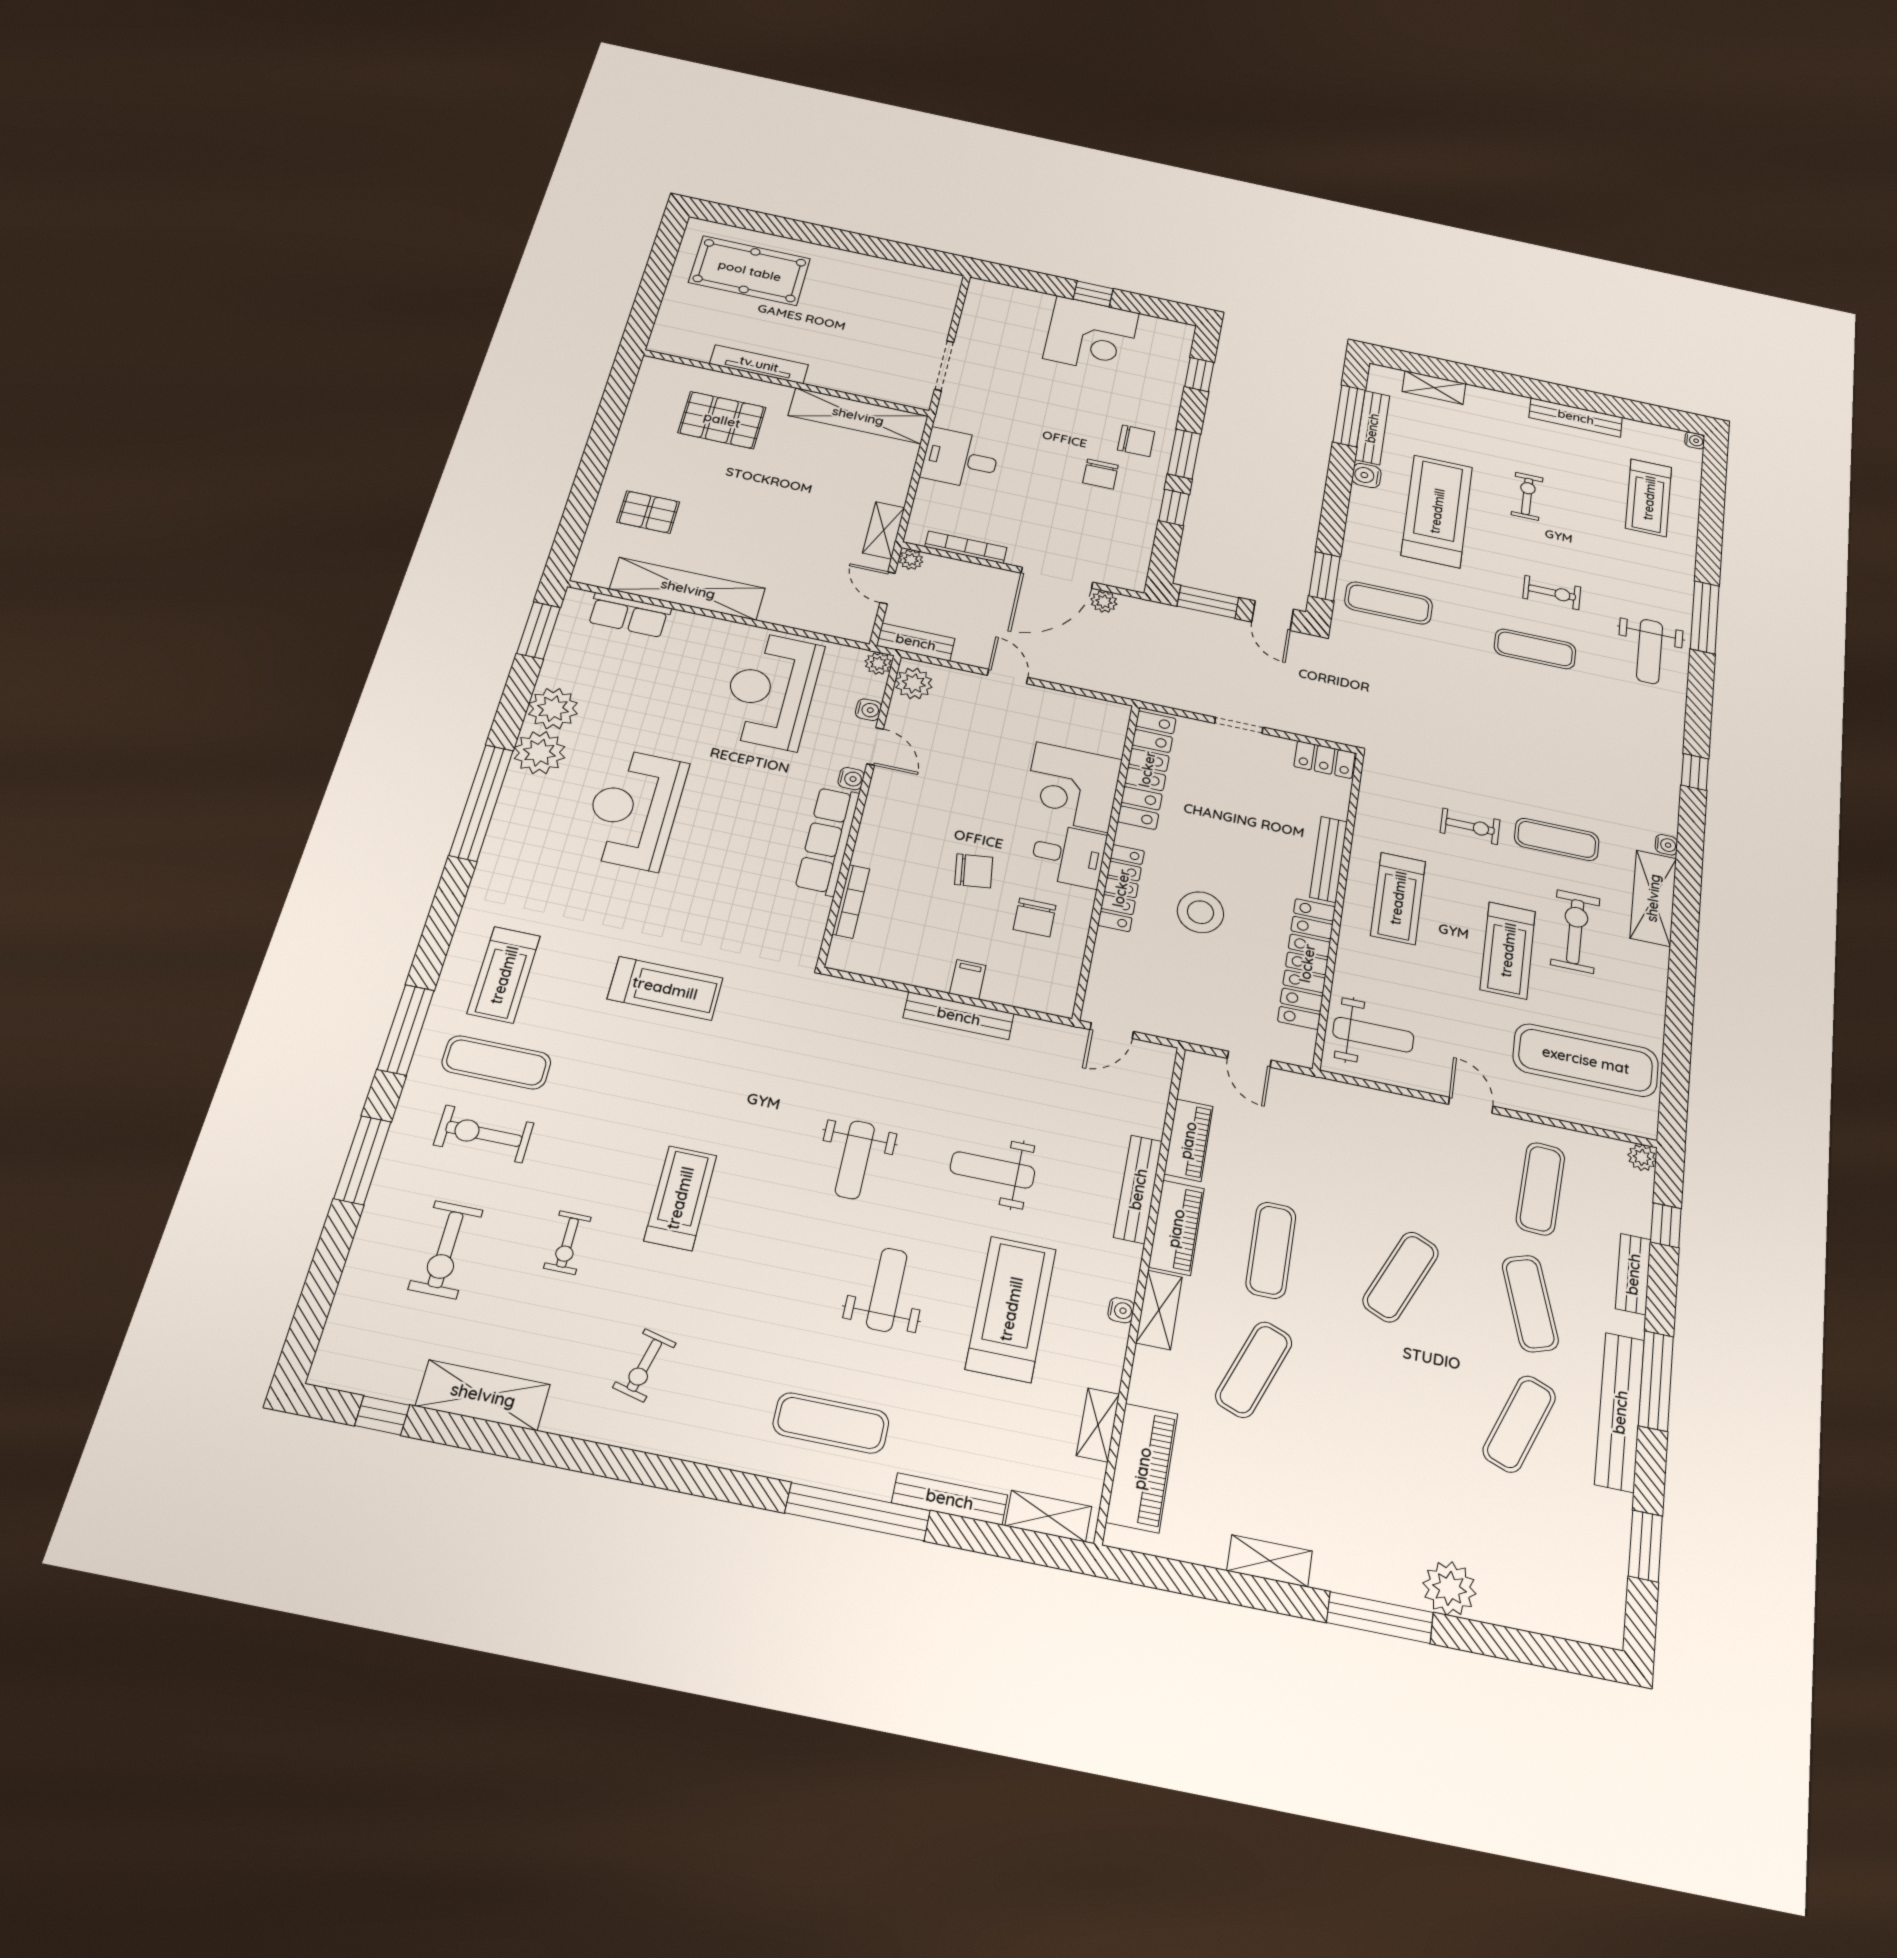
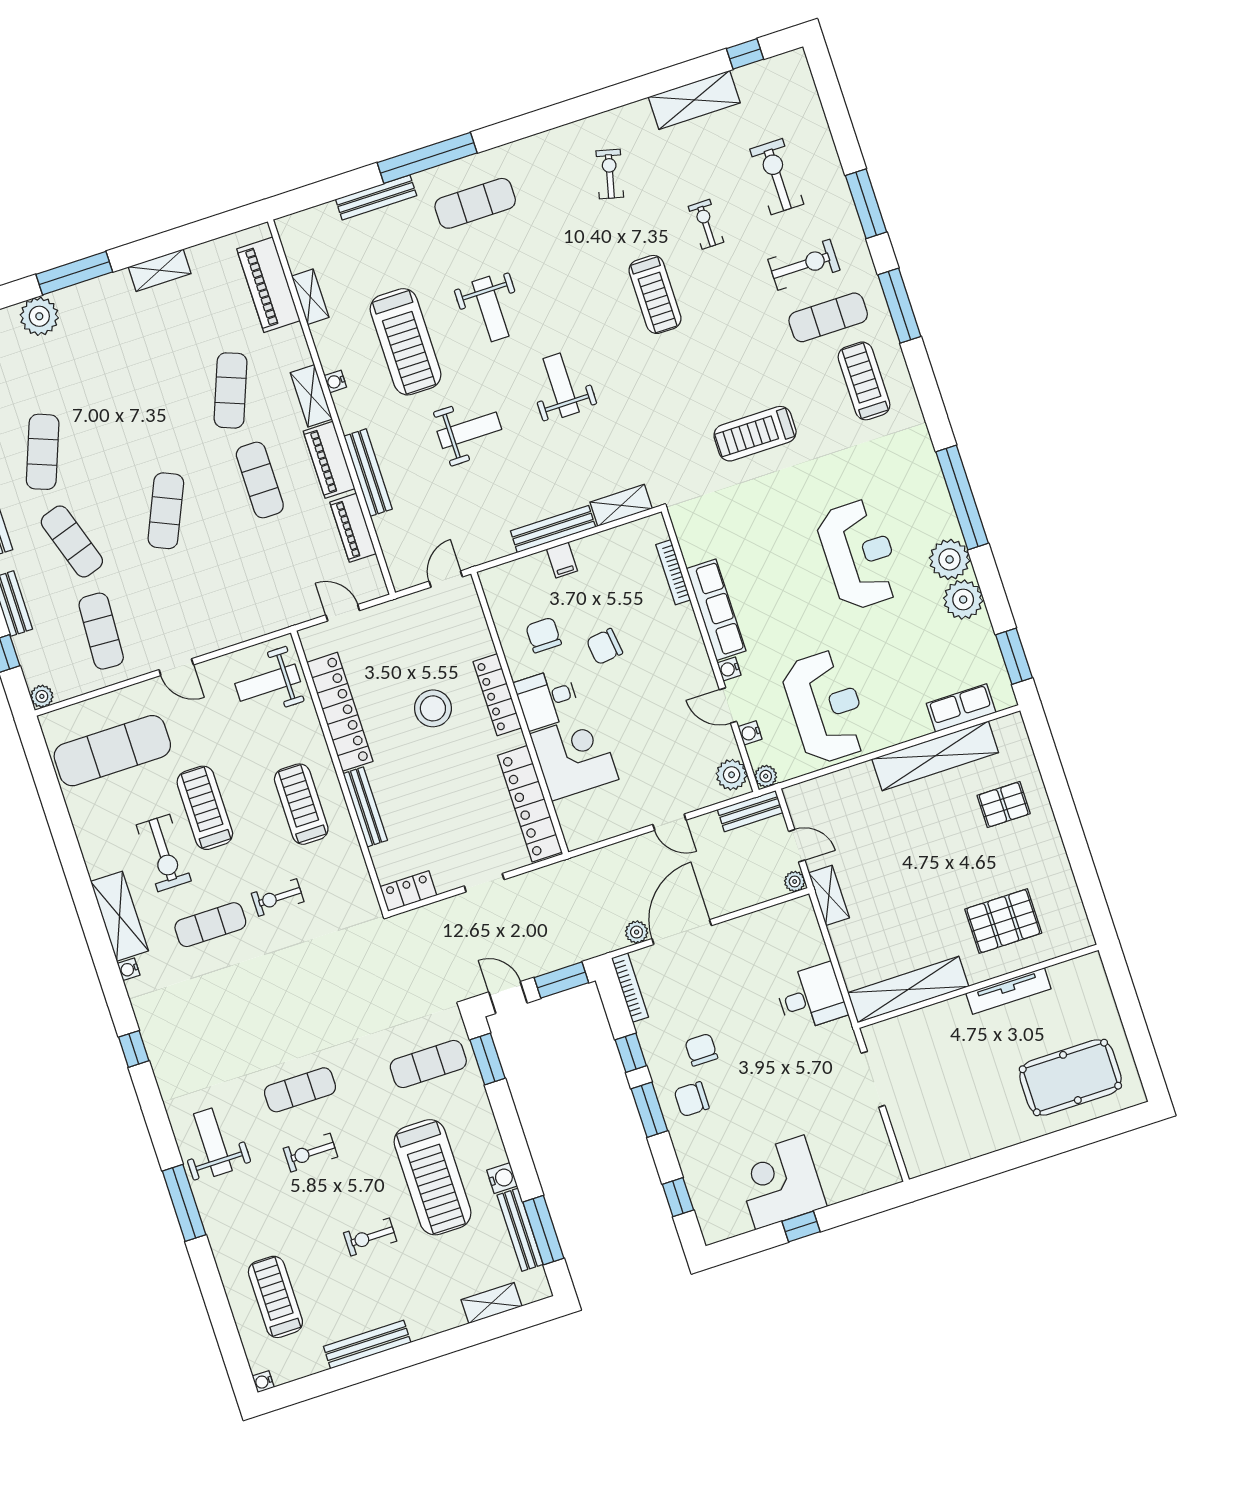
exercise bike: (1527, 496) -> (370, 1237), turned 90
bookcase: (966, 547) -> (630, 988), moved, turned -90
shelving: (1048, 1516) -> (621, 505), moved

